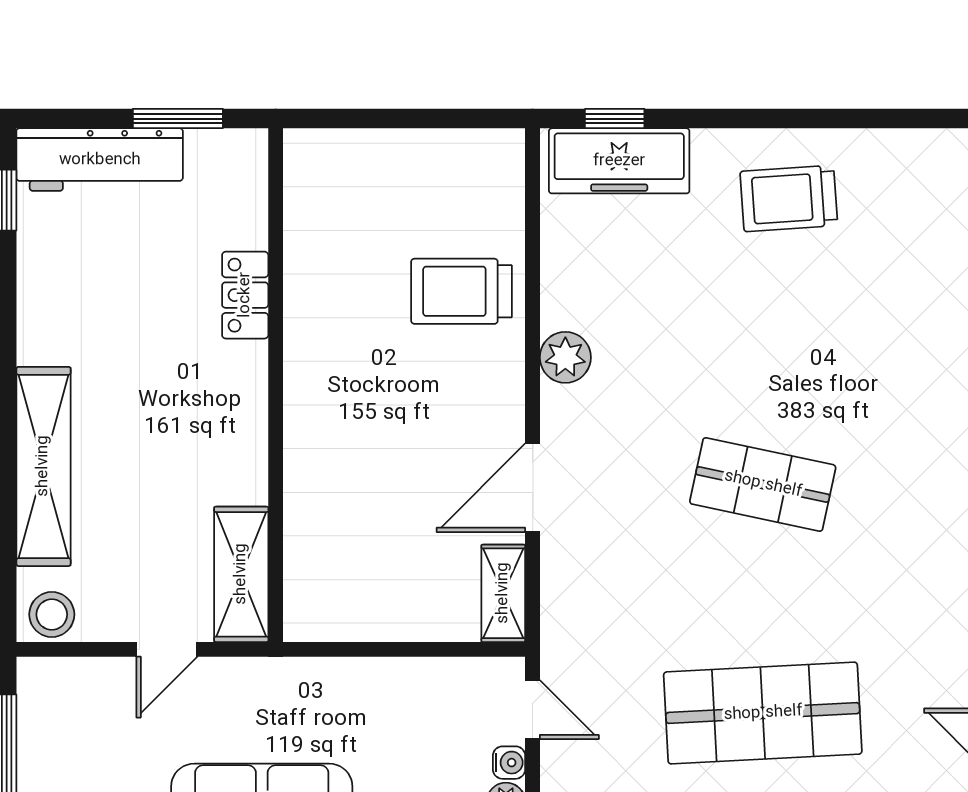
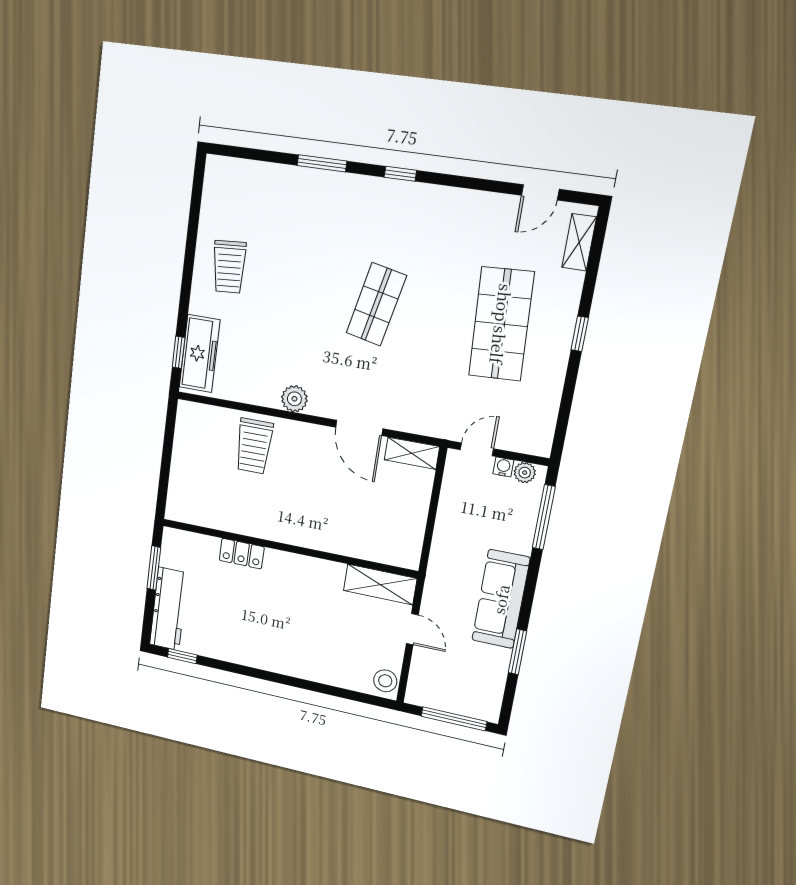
shelving: (43, 466) -> (311, 668), removed

